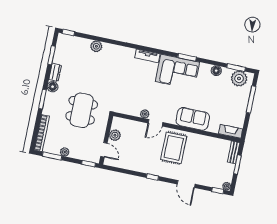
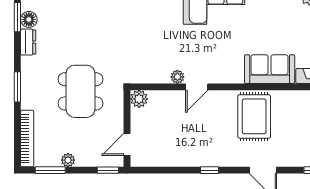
floor lamp: (53, 87) -> (29, 19), moved
sofa: (193, 119) -> (270, 69), moved
plant: (115, 135) -> (139, 99), moved
rug: (174, 148) -> (254, 116), moved
door: (104, 150) -> (127, 144), swing flipped

